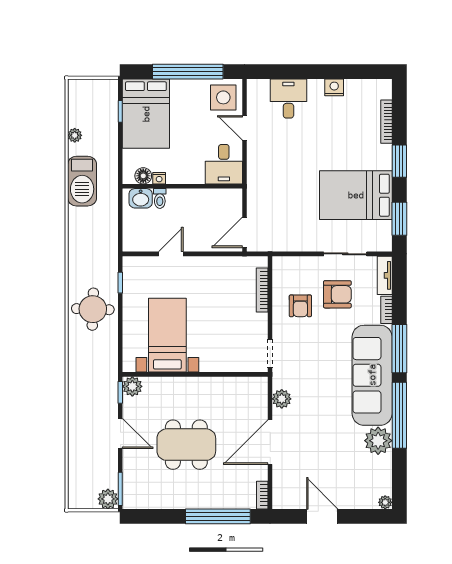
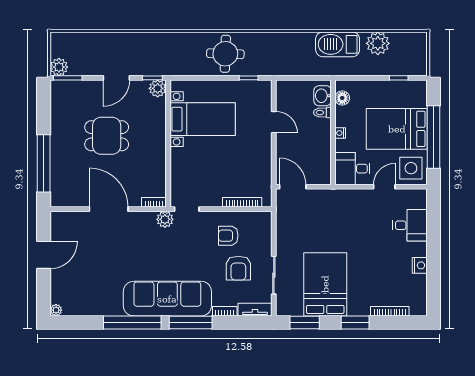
bed: (146, 114) -> (397, 129), moved
plant: (75, 135) -> (378, 43), width x1.87, depth x1.87
nightstand: (159, 178) -> (340, 133), moved
plant: (282, 399) -> (165, 219), moved
plant: (378, 441) -> (110, 304), removed
dining table: (186, 445) -> (107, 136), width x0.73
bookcase: (262, 495) -> (154, 202), moved

